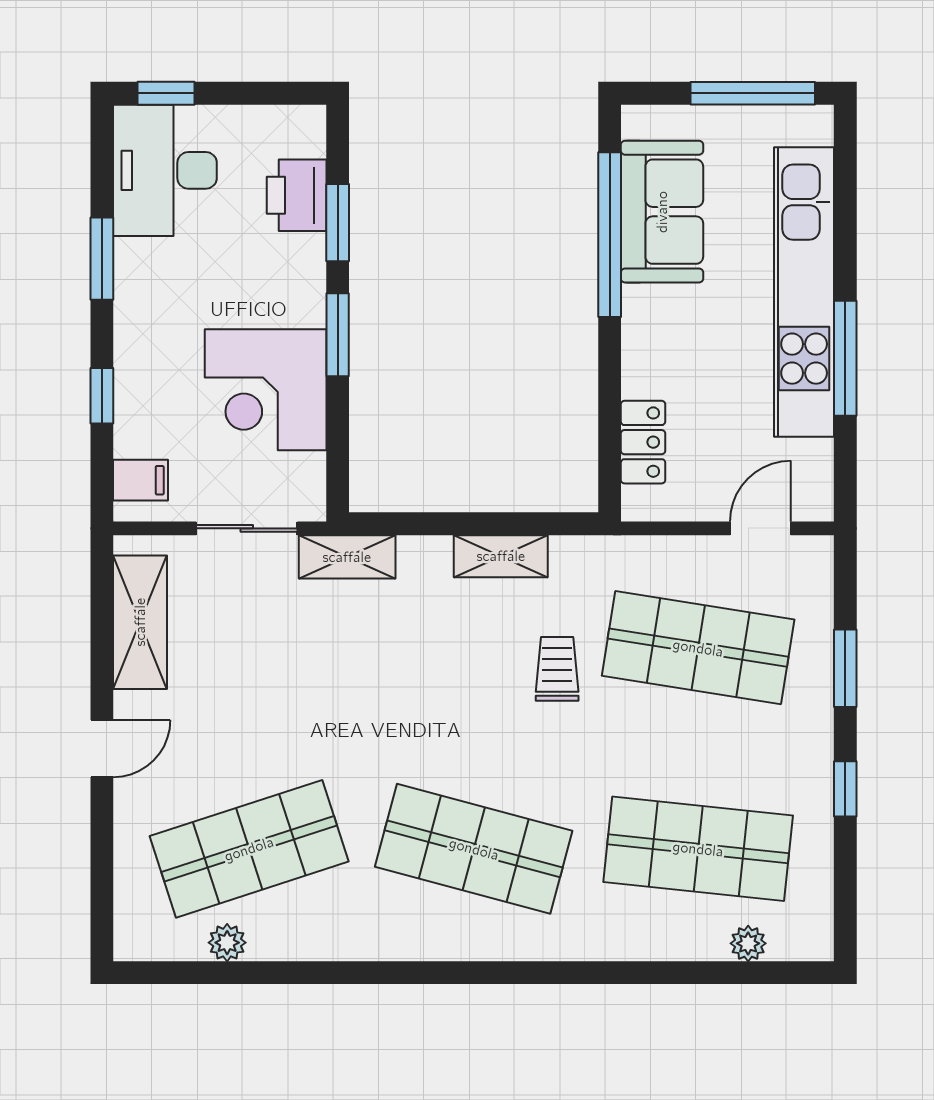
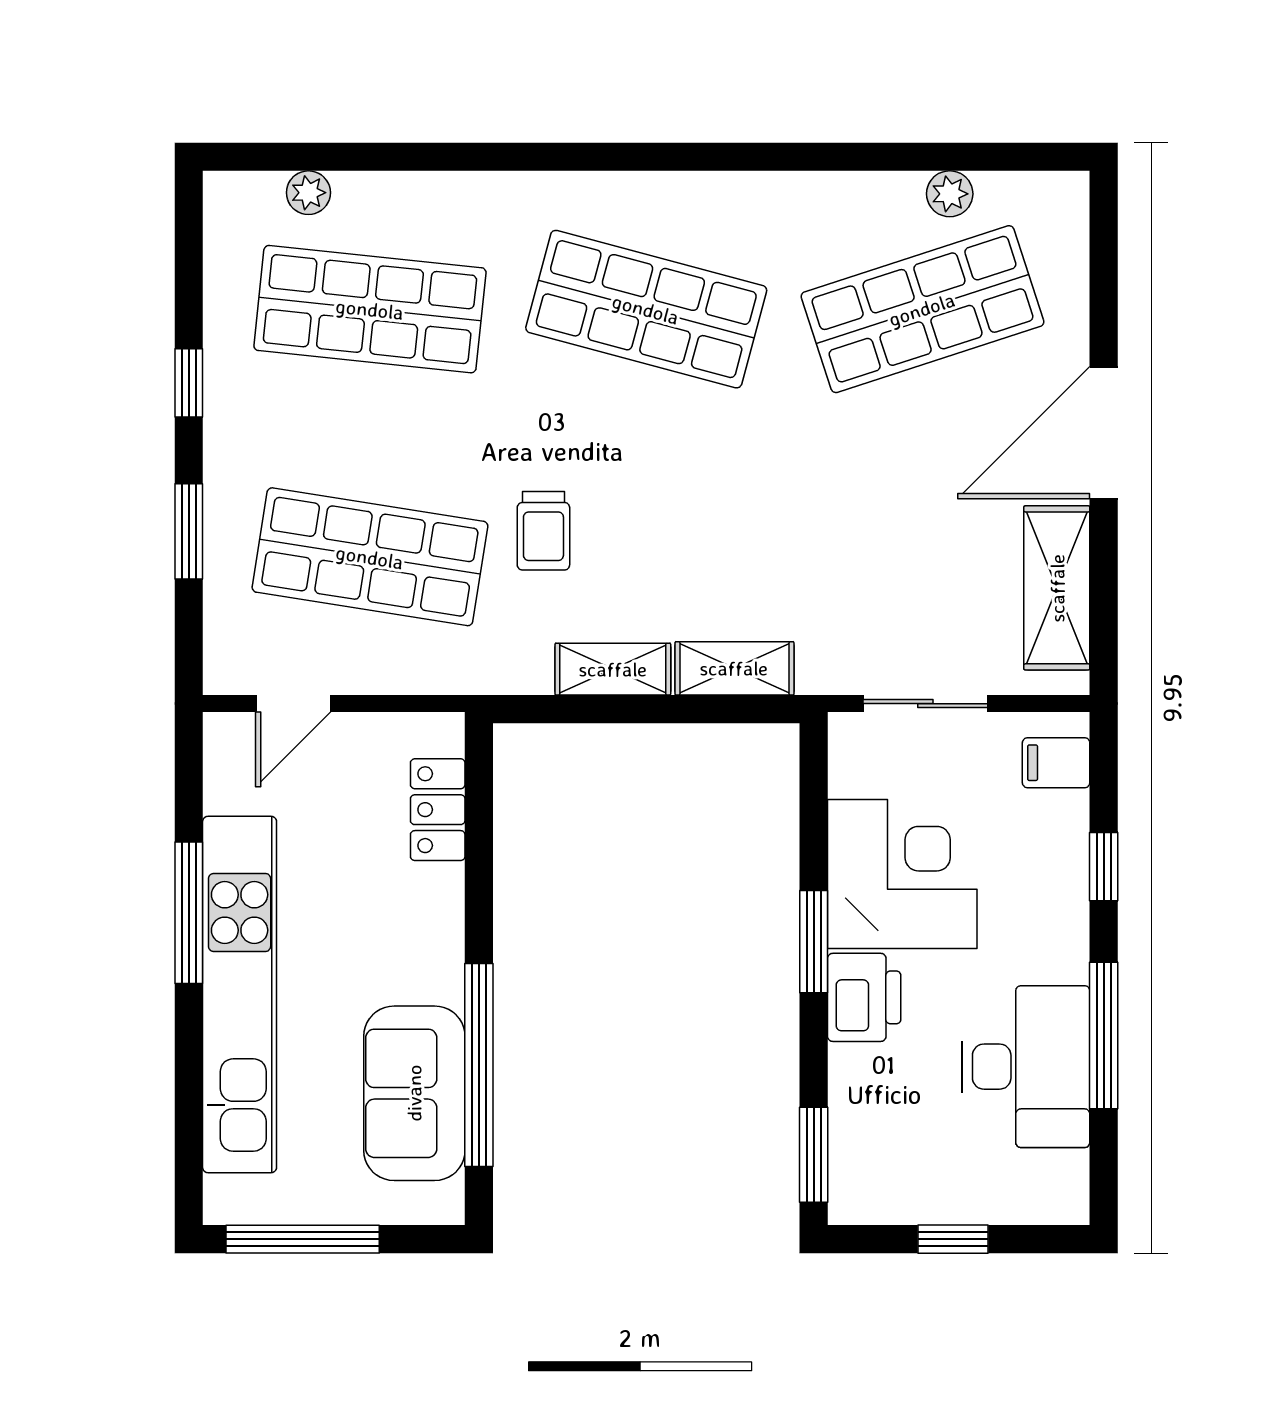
window: (166, 93) -> (953, 1239), moved
desk: (165, 170) -> (1026, 1067), moved
printer: (297, 195) -> (864, 997), moved
window: (338, 223) -> (814, 1155), moved
window: (102, 259) -> (1104, 1035), width x1.44
shelving: (347, 557) -> (734, 668), moved
door: (102, 748) -> (1104, 433), width x1.87

